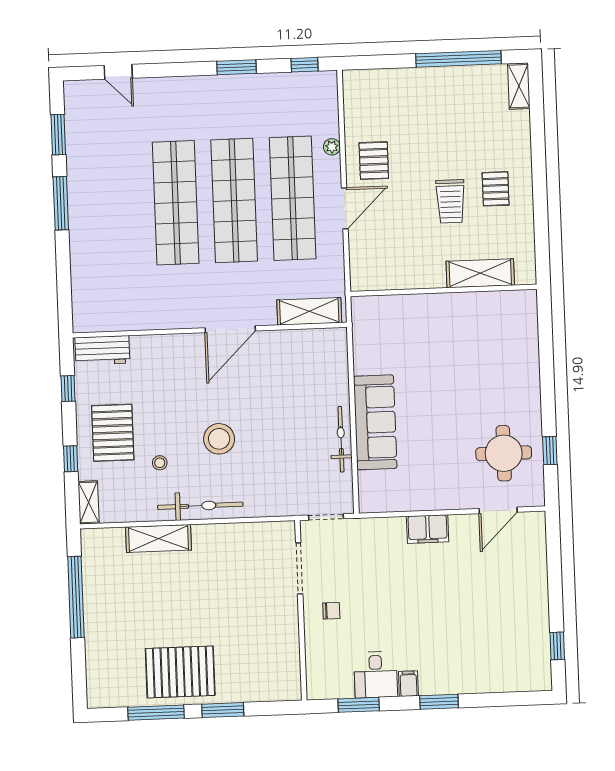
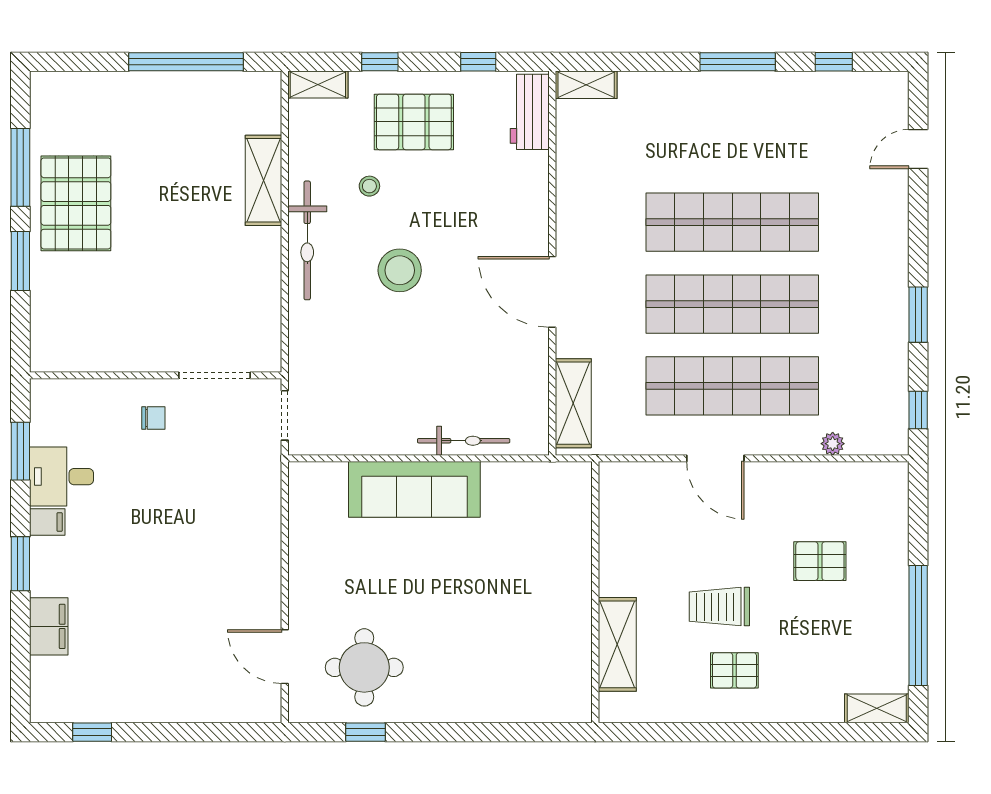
window: (58, 135) -> (834, 62), width x0.67
plant: (332, 147) -> (833, 444), moved
pallet: (374, 161) -> (820, 561), moved
shelving: (81, 311) -> (586, 85), added
bicycle: (341, 439) -> (464, 441), moved
filing cabinet: (428, 529) -> (49, 626), moved, turned 180
chair: (331, 611) -> (153, 418), turned -90

